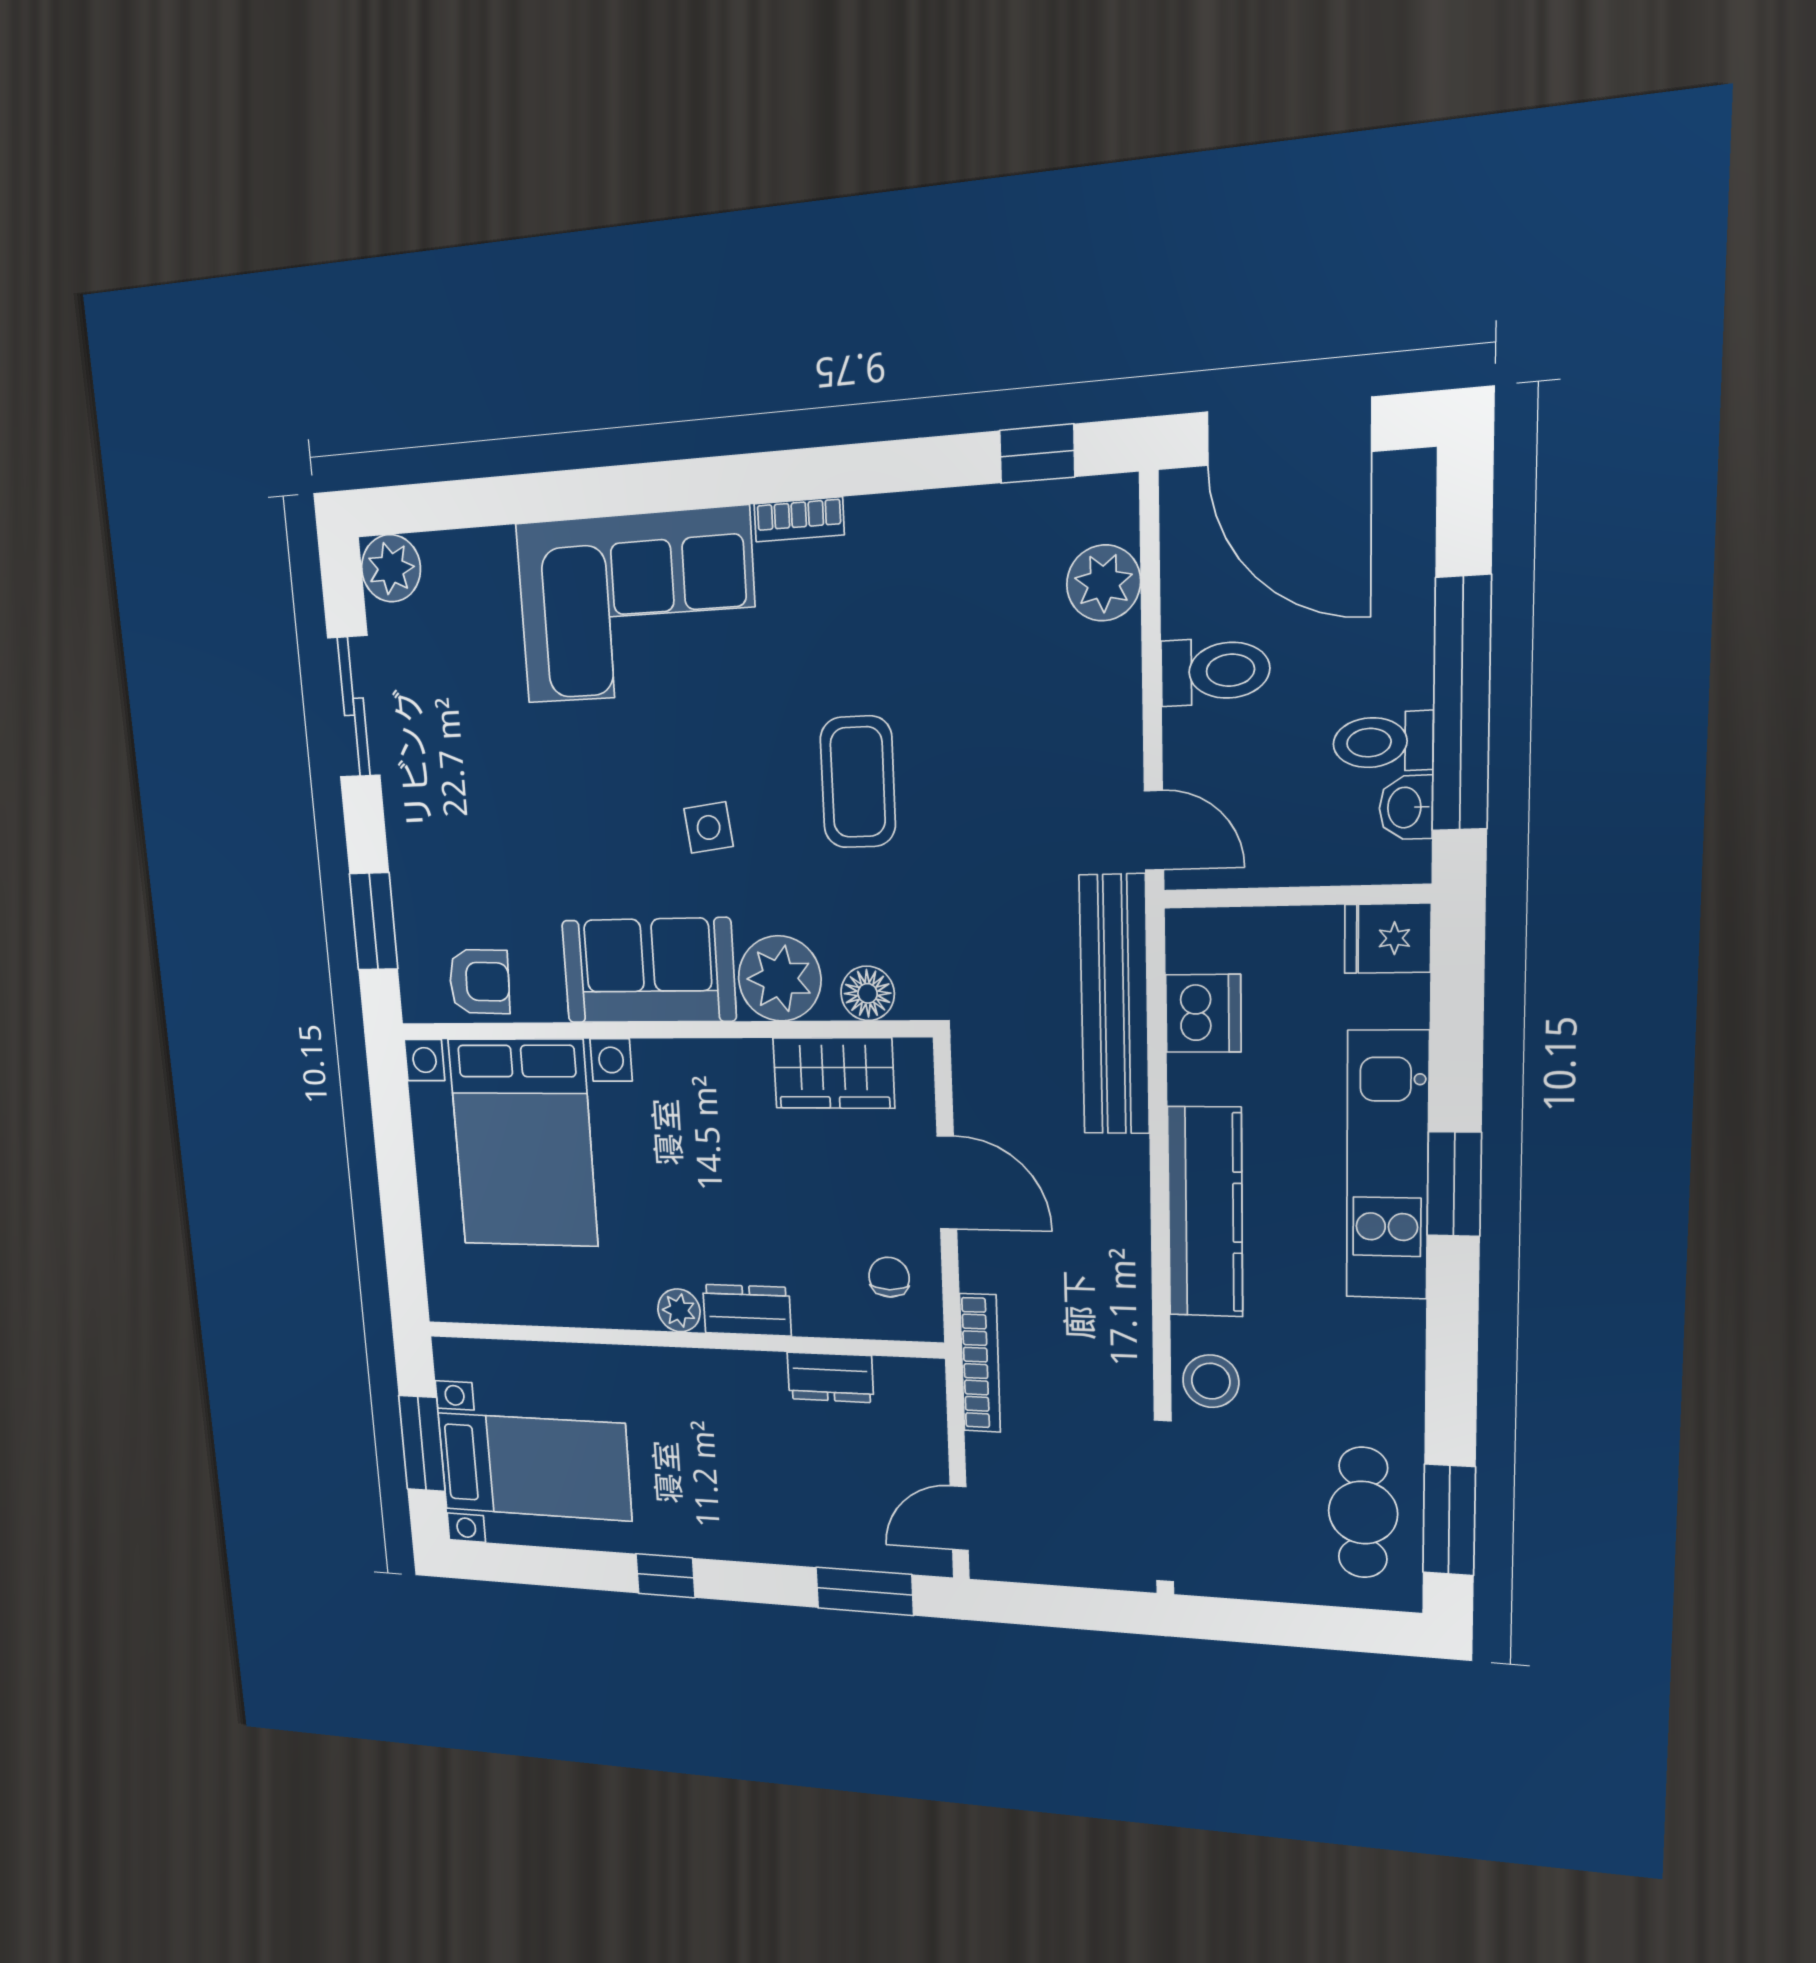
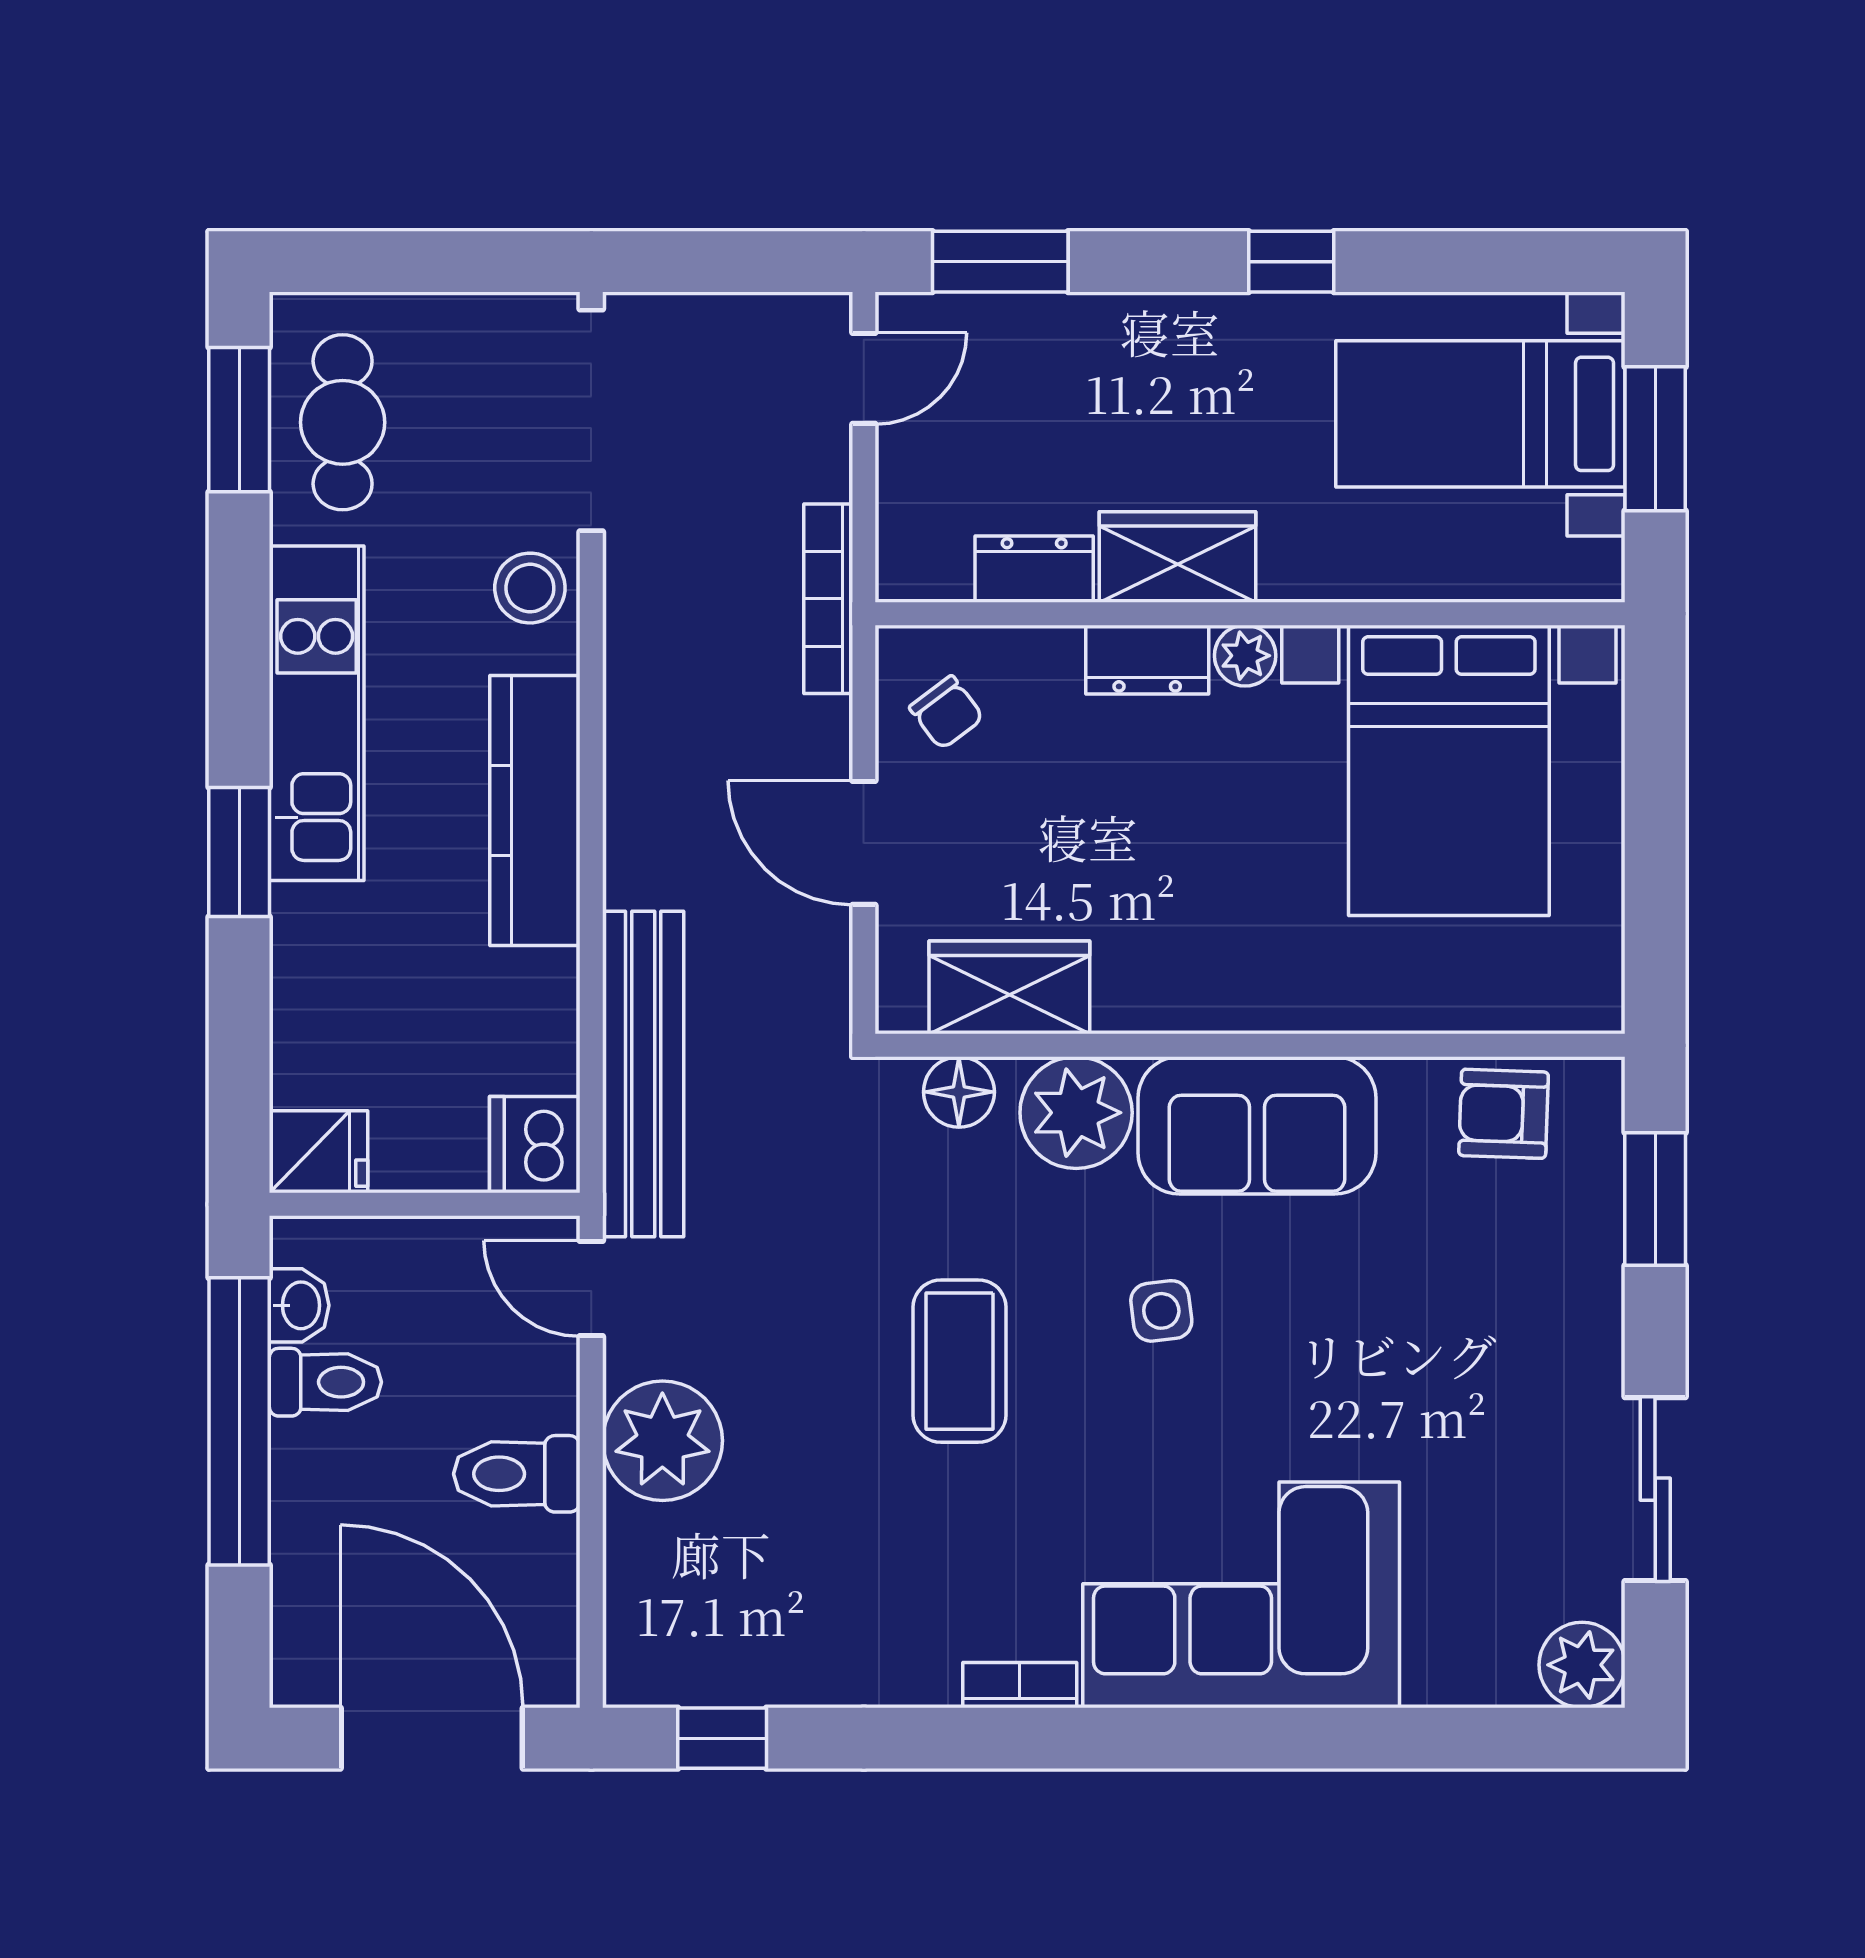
plant: (1104, 583) -> (662, 1441), moved, width x1.36, depth x1.36
dishwasher: (1203, 1013) -> (535, 1145), moved
bed with nightstands: (523, 1143) -> (1449, 770), moved, turned 180
kitchen unit: (1387, 1166) -> (317, 713), moved
chair: (889, 1277) -> (947, 713), turned -37
wardrobe: (730, 1381) -> (1178, 557), added

